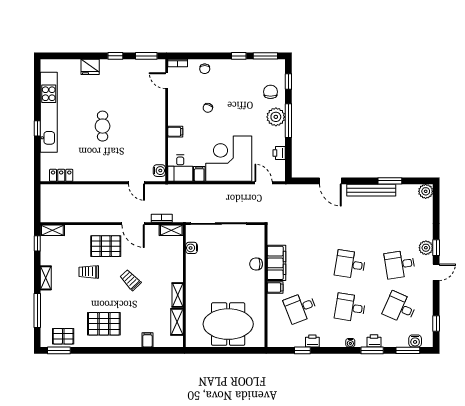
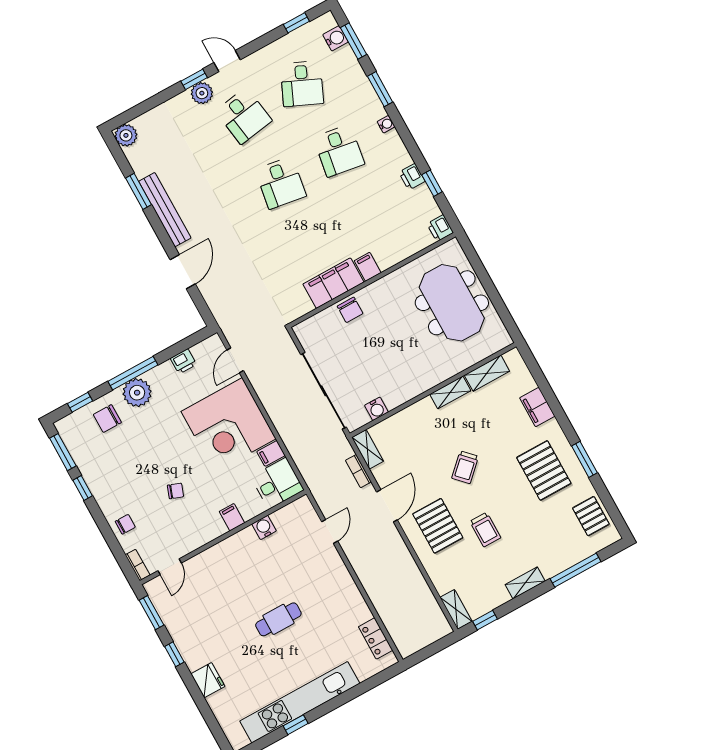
window: (37, 128) -> (296, 725), moved
water cooler: (159, 171) -> (264, 527), moved
desk: (300, 308) -> (376, 218), removed
filing cabinet: (147, 340) -> (537, 407), width x2.00
printer: (374, 341) -> (440, 228), moved
window: (59, 350) -> (584, 459), moved

